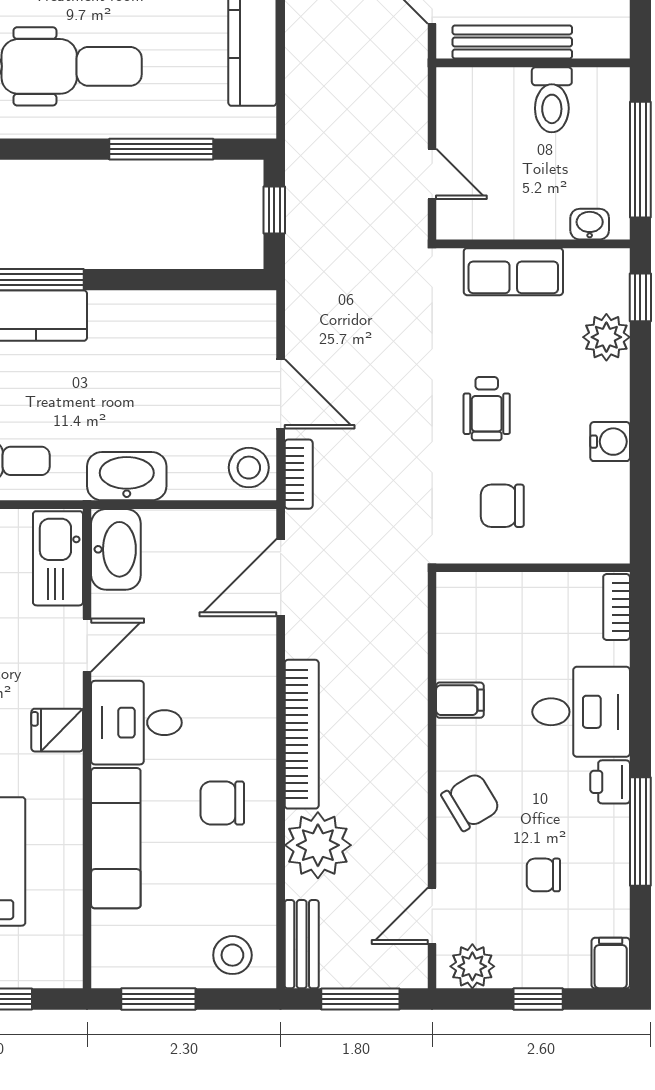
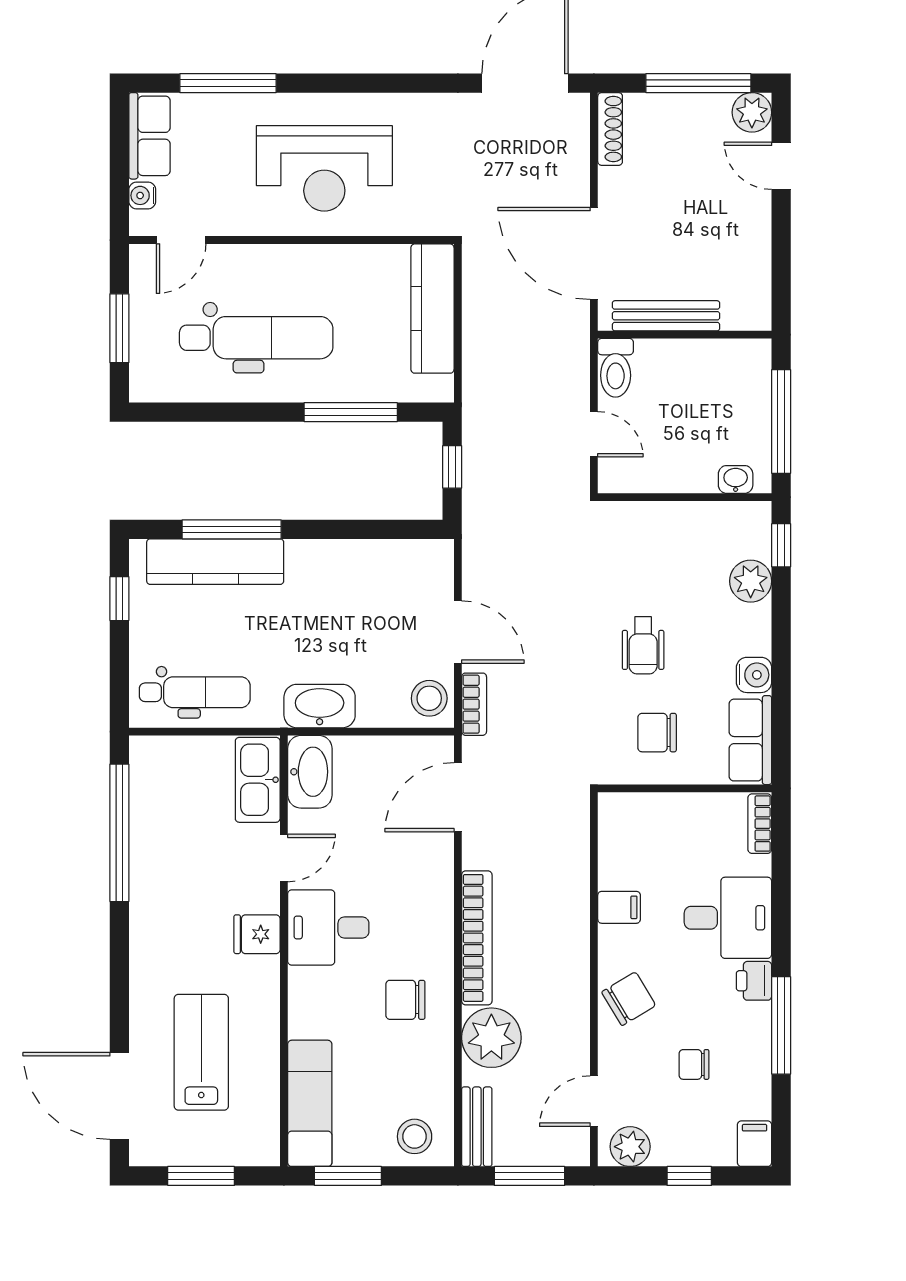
toilet: (552, 100) -> (616, 368), moved
row of seats: (513, 272) -> (750, 740), moved, turned 90
exam couch: (116, 838) -> (310, 1103), moved

